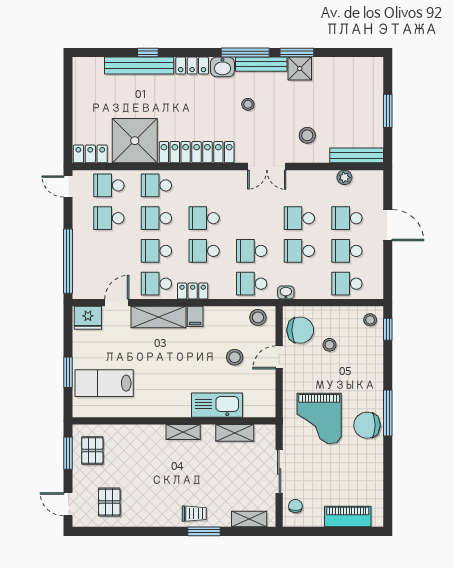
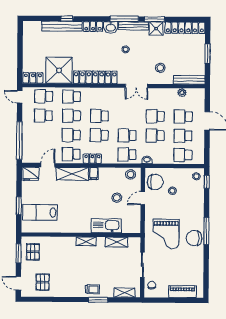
locker: (349, 67) -> (185, 28), added

